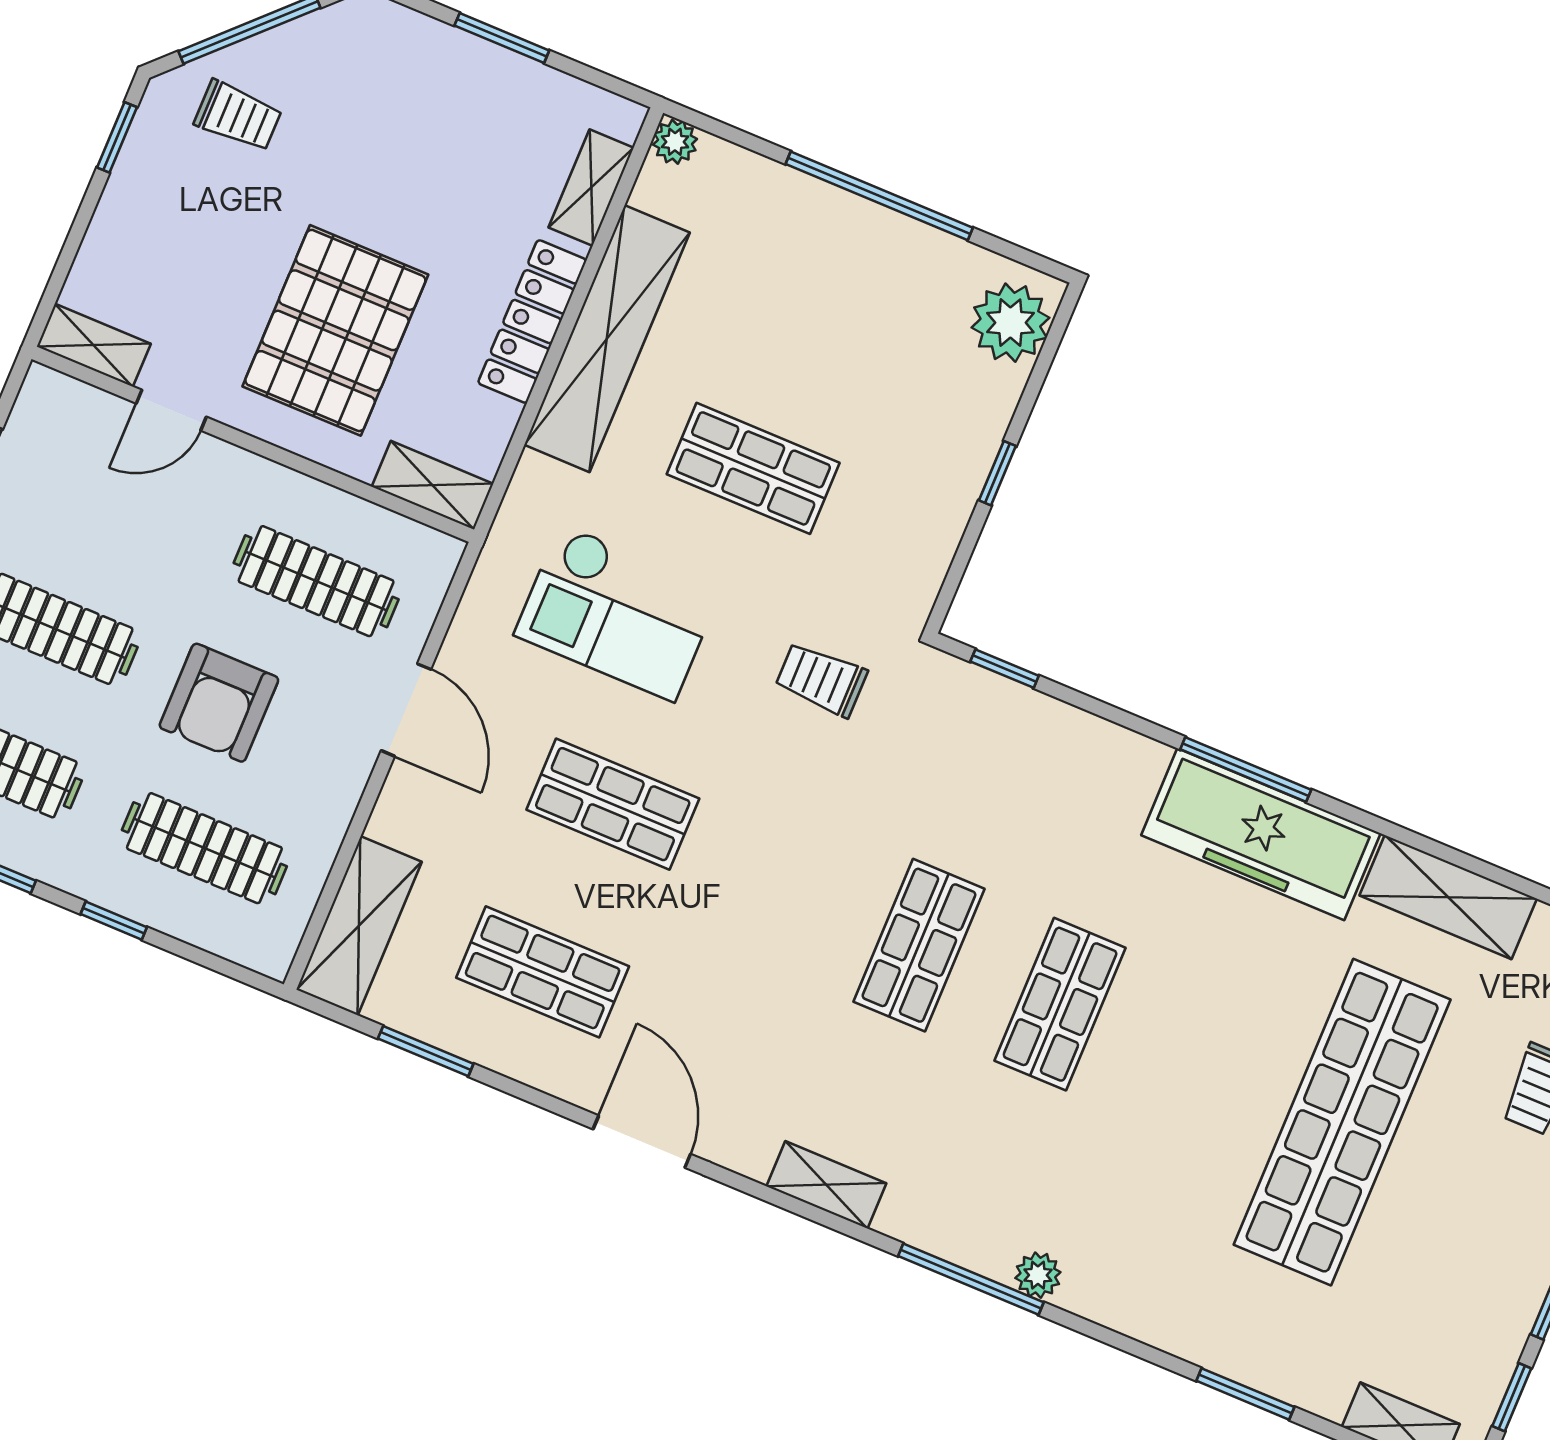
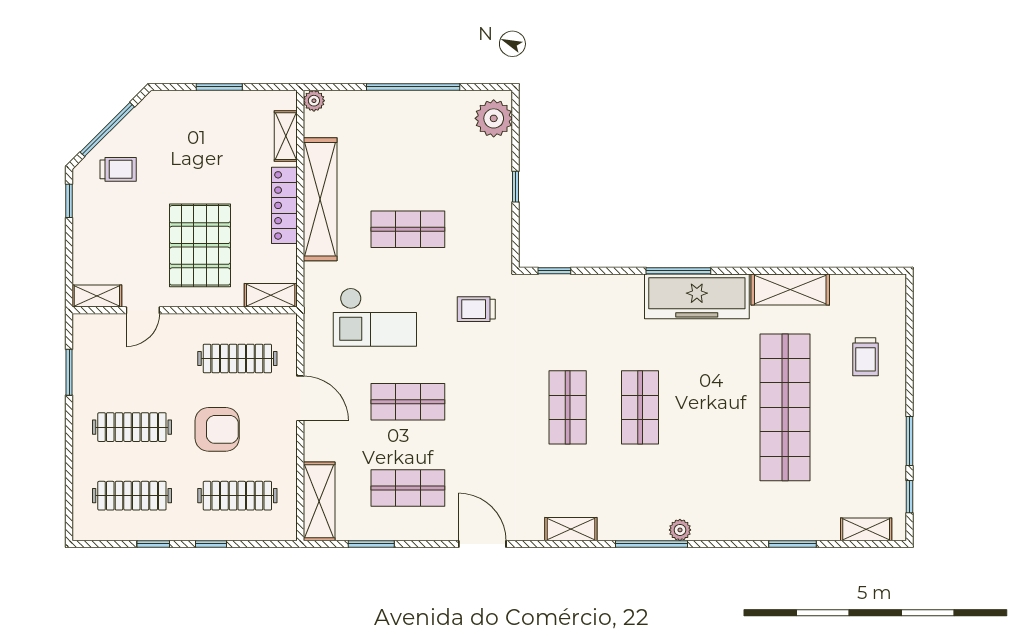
armchair: (219, 703) -> (217, 429), turned -90

